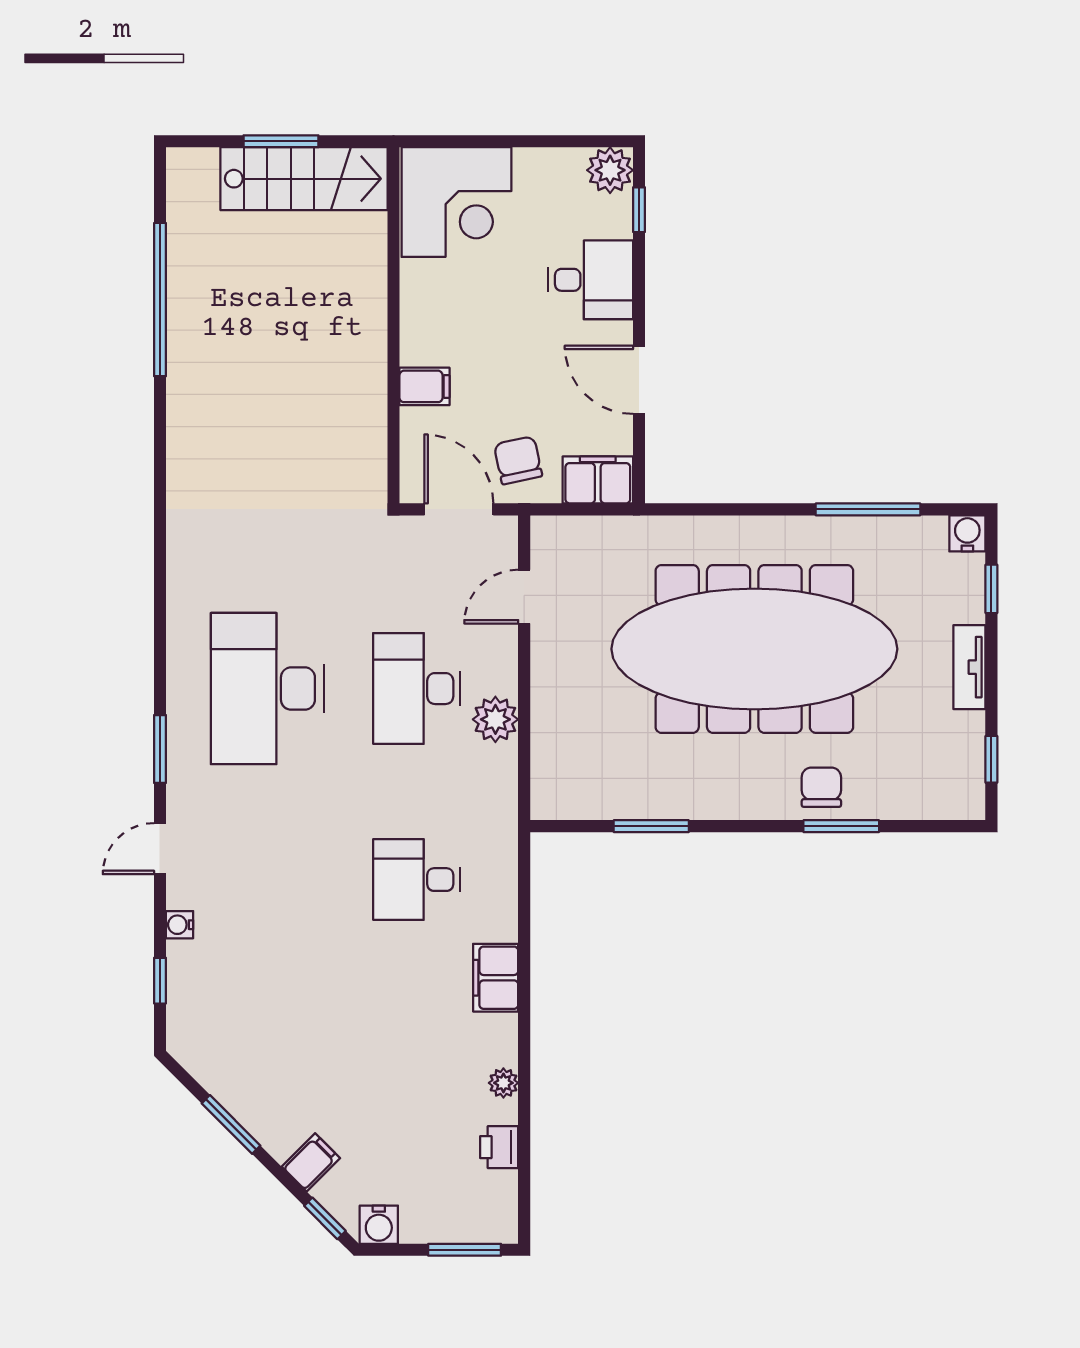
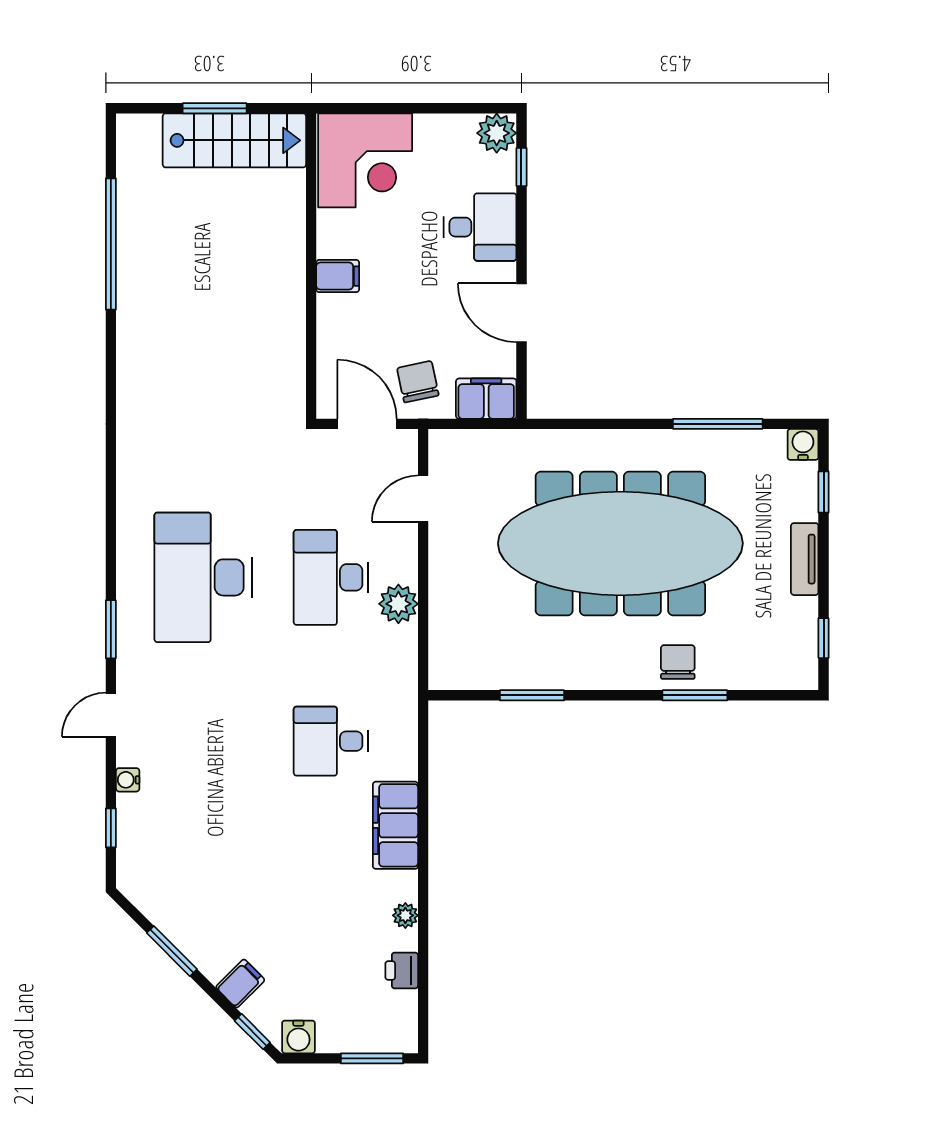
filing cabinet: (425, 386) -> (338, 276), moved
filing cabinet: (496, 978) -> (395, 825), width x1.50, depth x1.17

